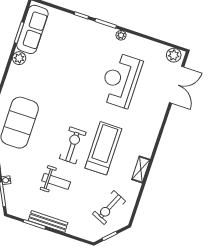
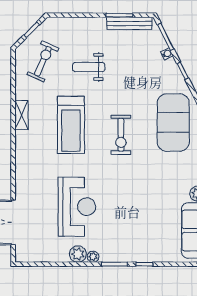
plant: (174, 55) -> (78, 254), moved
exercise bike: (73, 145) -> (121, 135), moved
weight bench: (56, 181) -> (89, 67), moved
bench: (48, 222) -> (129, 23), moved

